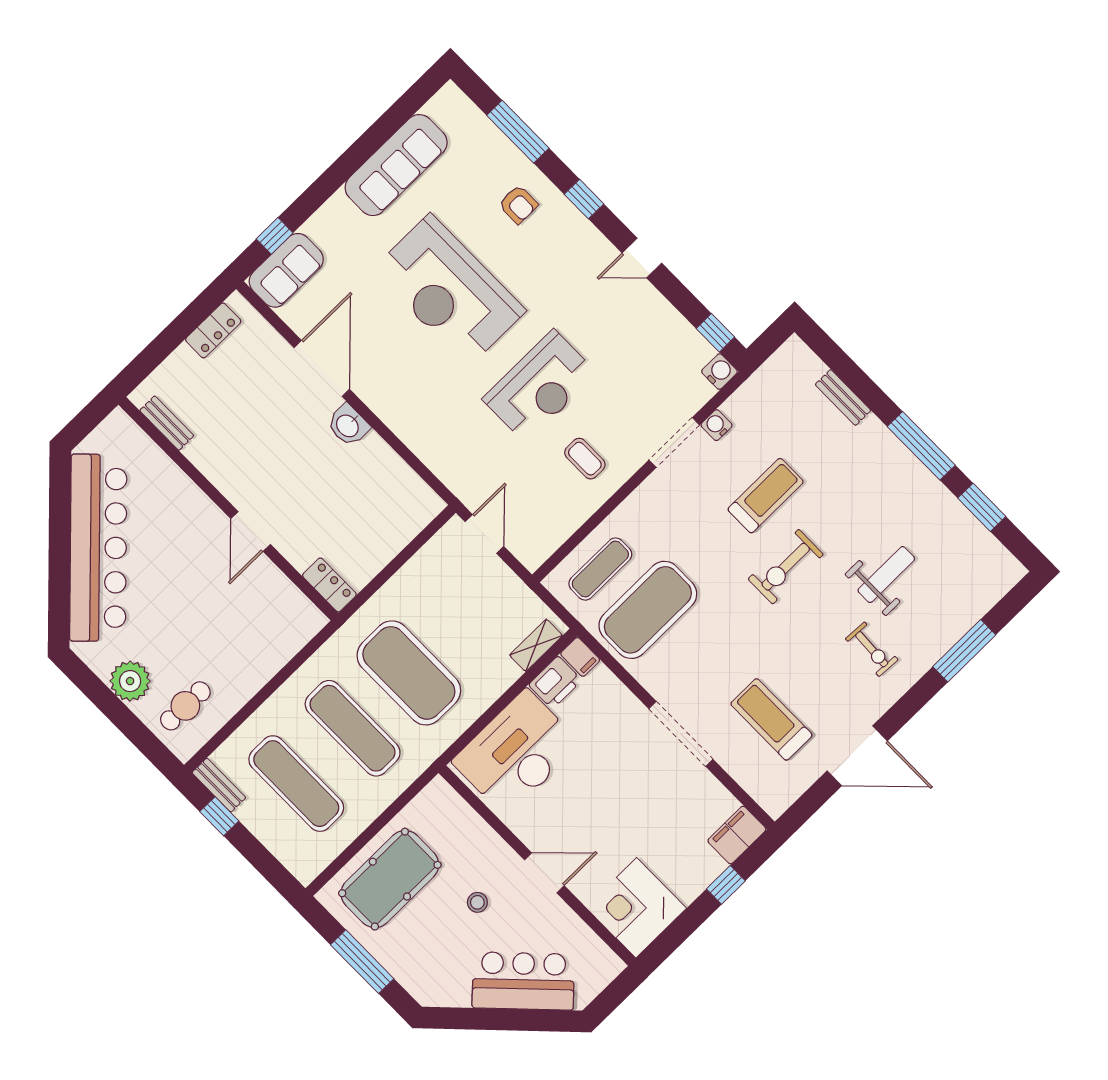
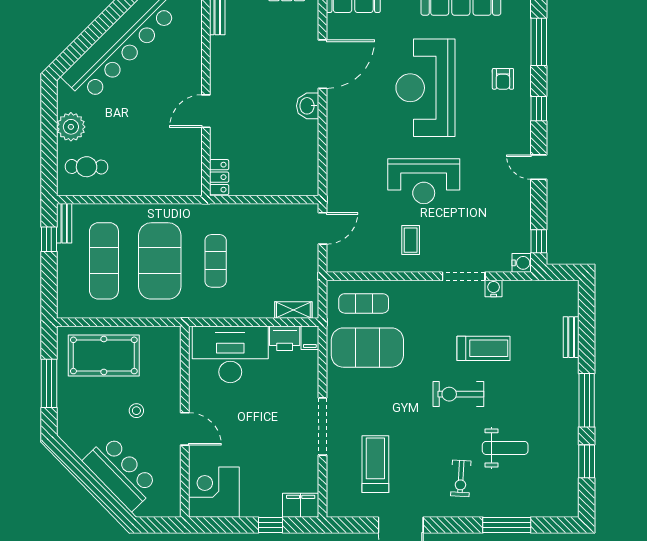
exercise mat: (409, 673) -> (216, 261), width x0.50, depth x0.69
exercise mat: (353, 728) -> (160, 261), width x1.47

